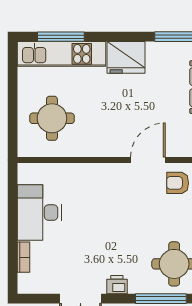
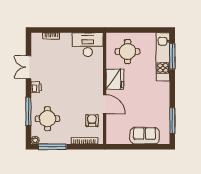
fridge: (126, 57) -> (115, 79), moved, turned 180
desk: (39, 213) -> (88, 45), moved

